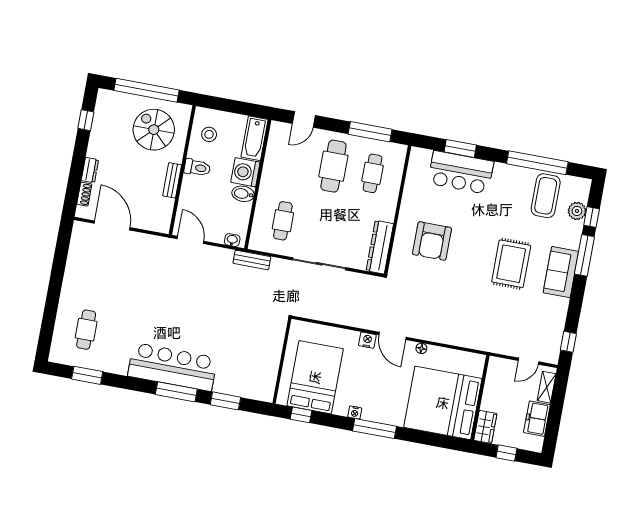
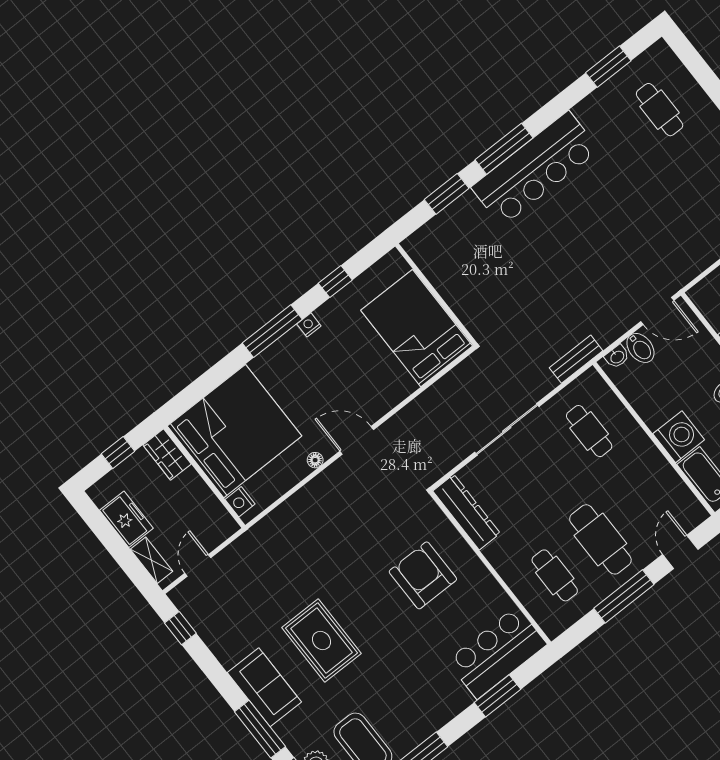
window: (370, 132) -> (624, 596), moved
bar counter: (461, 172) -> (497, 653), moved
bidet: (243, 194) -> (640, 348), moved, turned 90
nightstand: (367, 340) -> (240, 502), moved, turned 90
bed: (315, 377) -> (417, 328), moved, turned 180
window: (301, 415) -> (335, 282), moved

